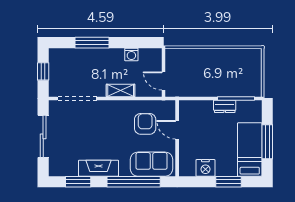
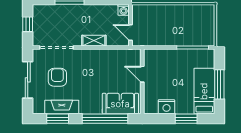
washing machine: (131, 55) -> (124, 10), moved
dresser: (225, 106) -> (183, 54), removed
armchair: (145, 124) -> (57, 77), moved
fireplace: (99, 168) -> (62, 107), moved

